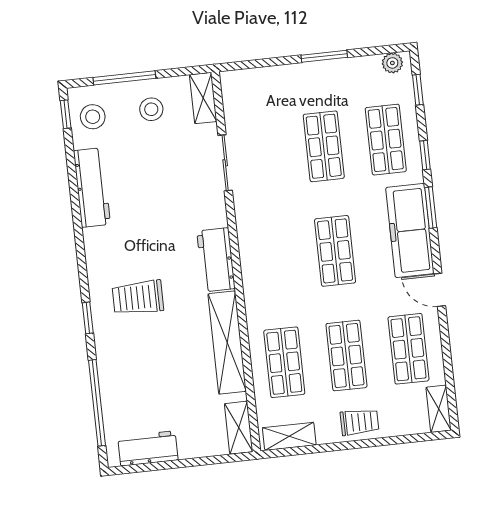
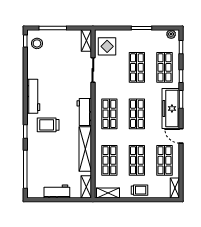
display table: (251, 106) -> (107, 46), added
stool: (151, 109) -> (63, 43), removed
workbench: (92, 188) -> (33, 96), moved
shop shelf: (273, 258) -> (109, 114), added
workbench: (148, 448) -> (57, 192), moved

